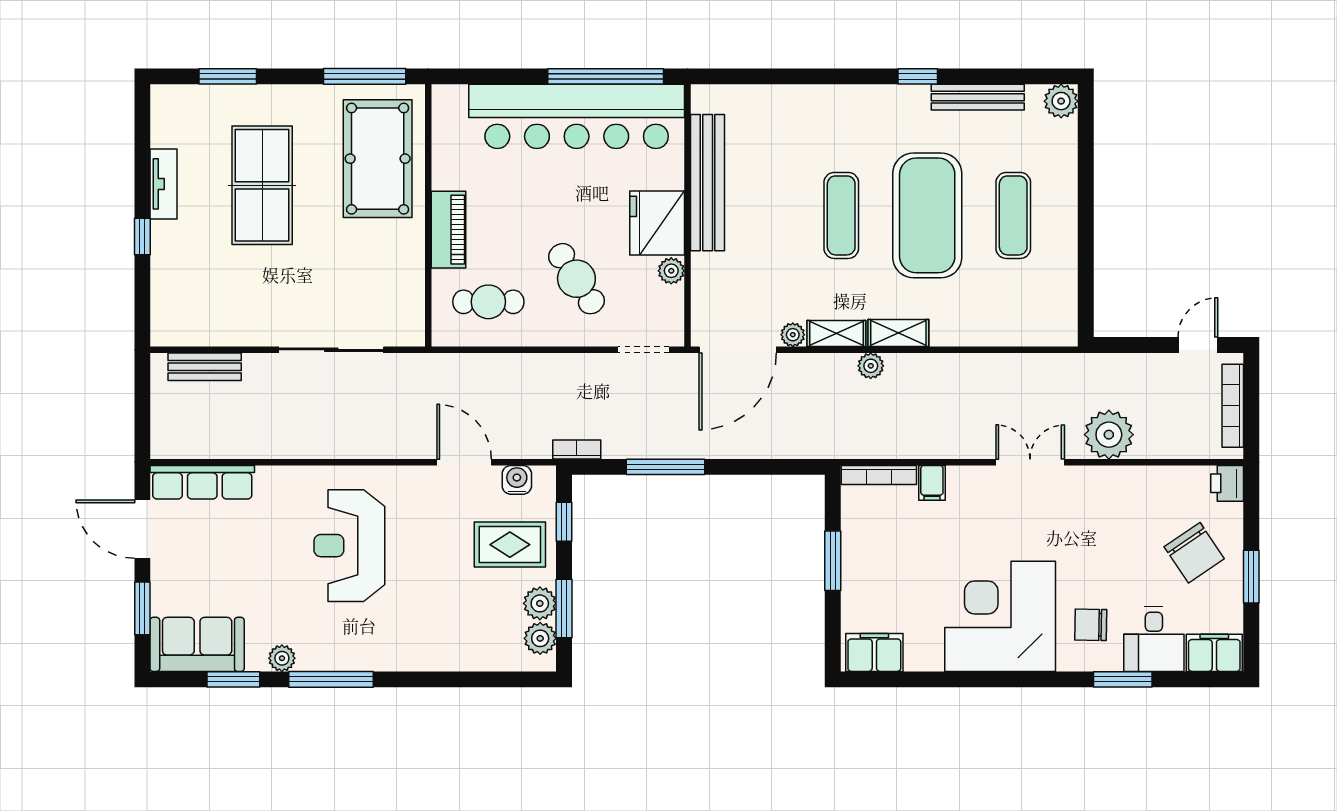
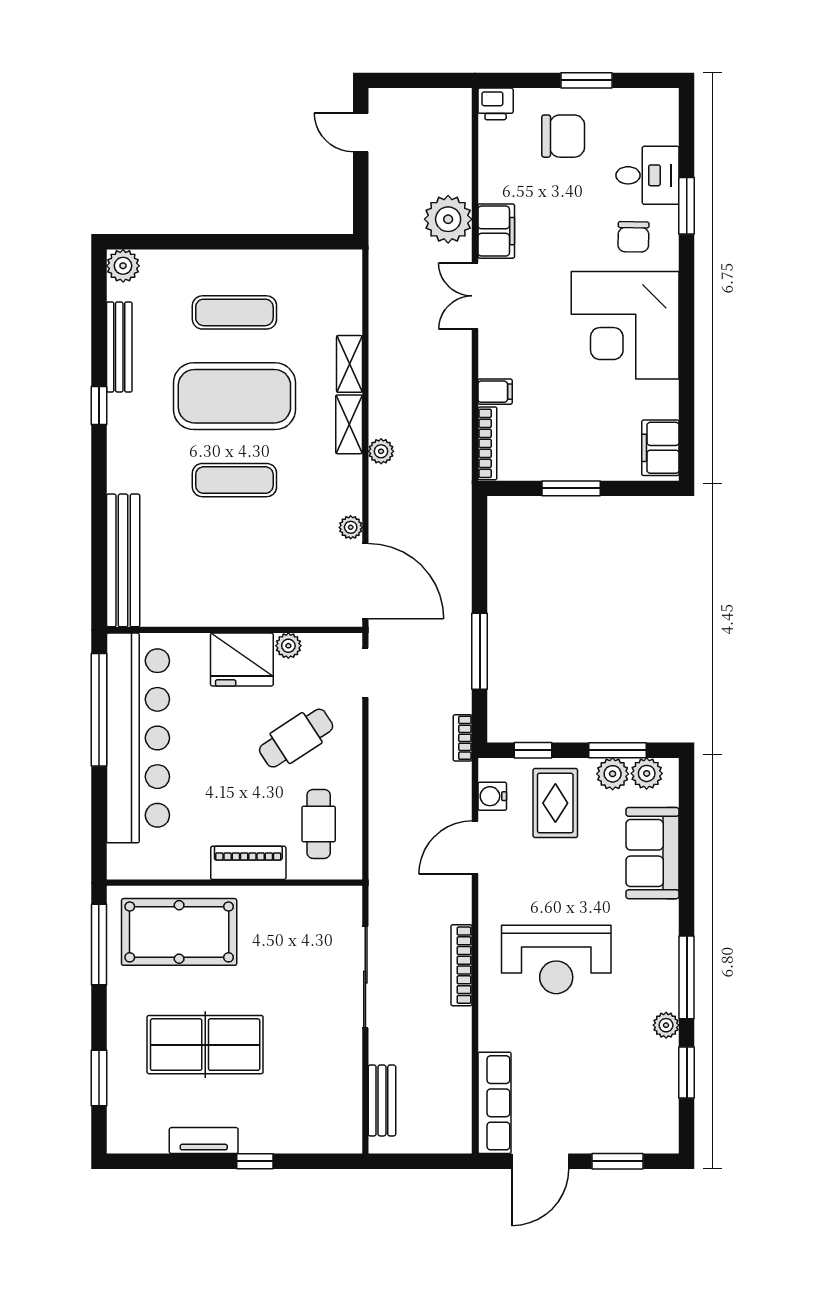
bench: (708, 183) -> (123, 560), moved, turned 90
shelving: (836, 333) -> (349, 364), moved
bookcase: (1233, 406) -> (462, 965), moved, turned 90
chair: (1194, 553) -> (563, 136), turned 34
sofa: (197, 644) -> (653, 853), moved
filing cabinet: (1214, 653) -> (496, 231), moved, turned 180

